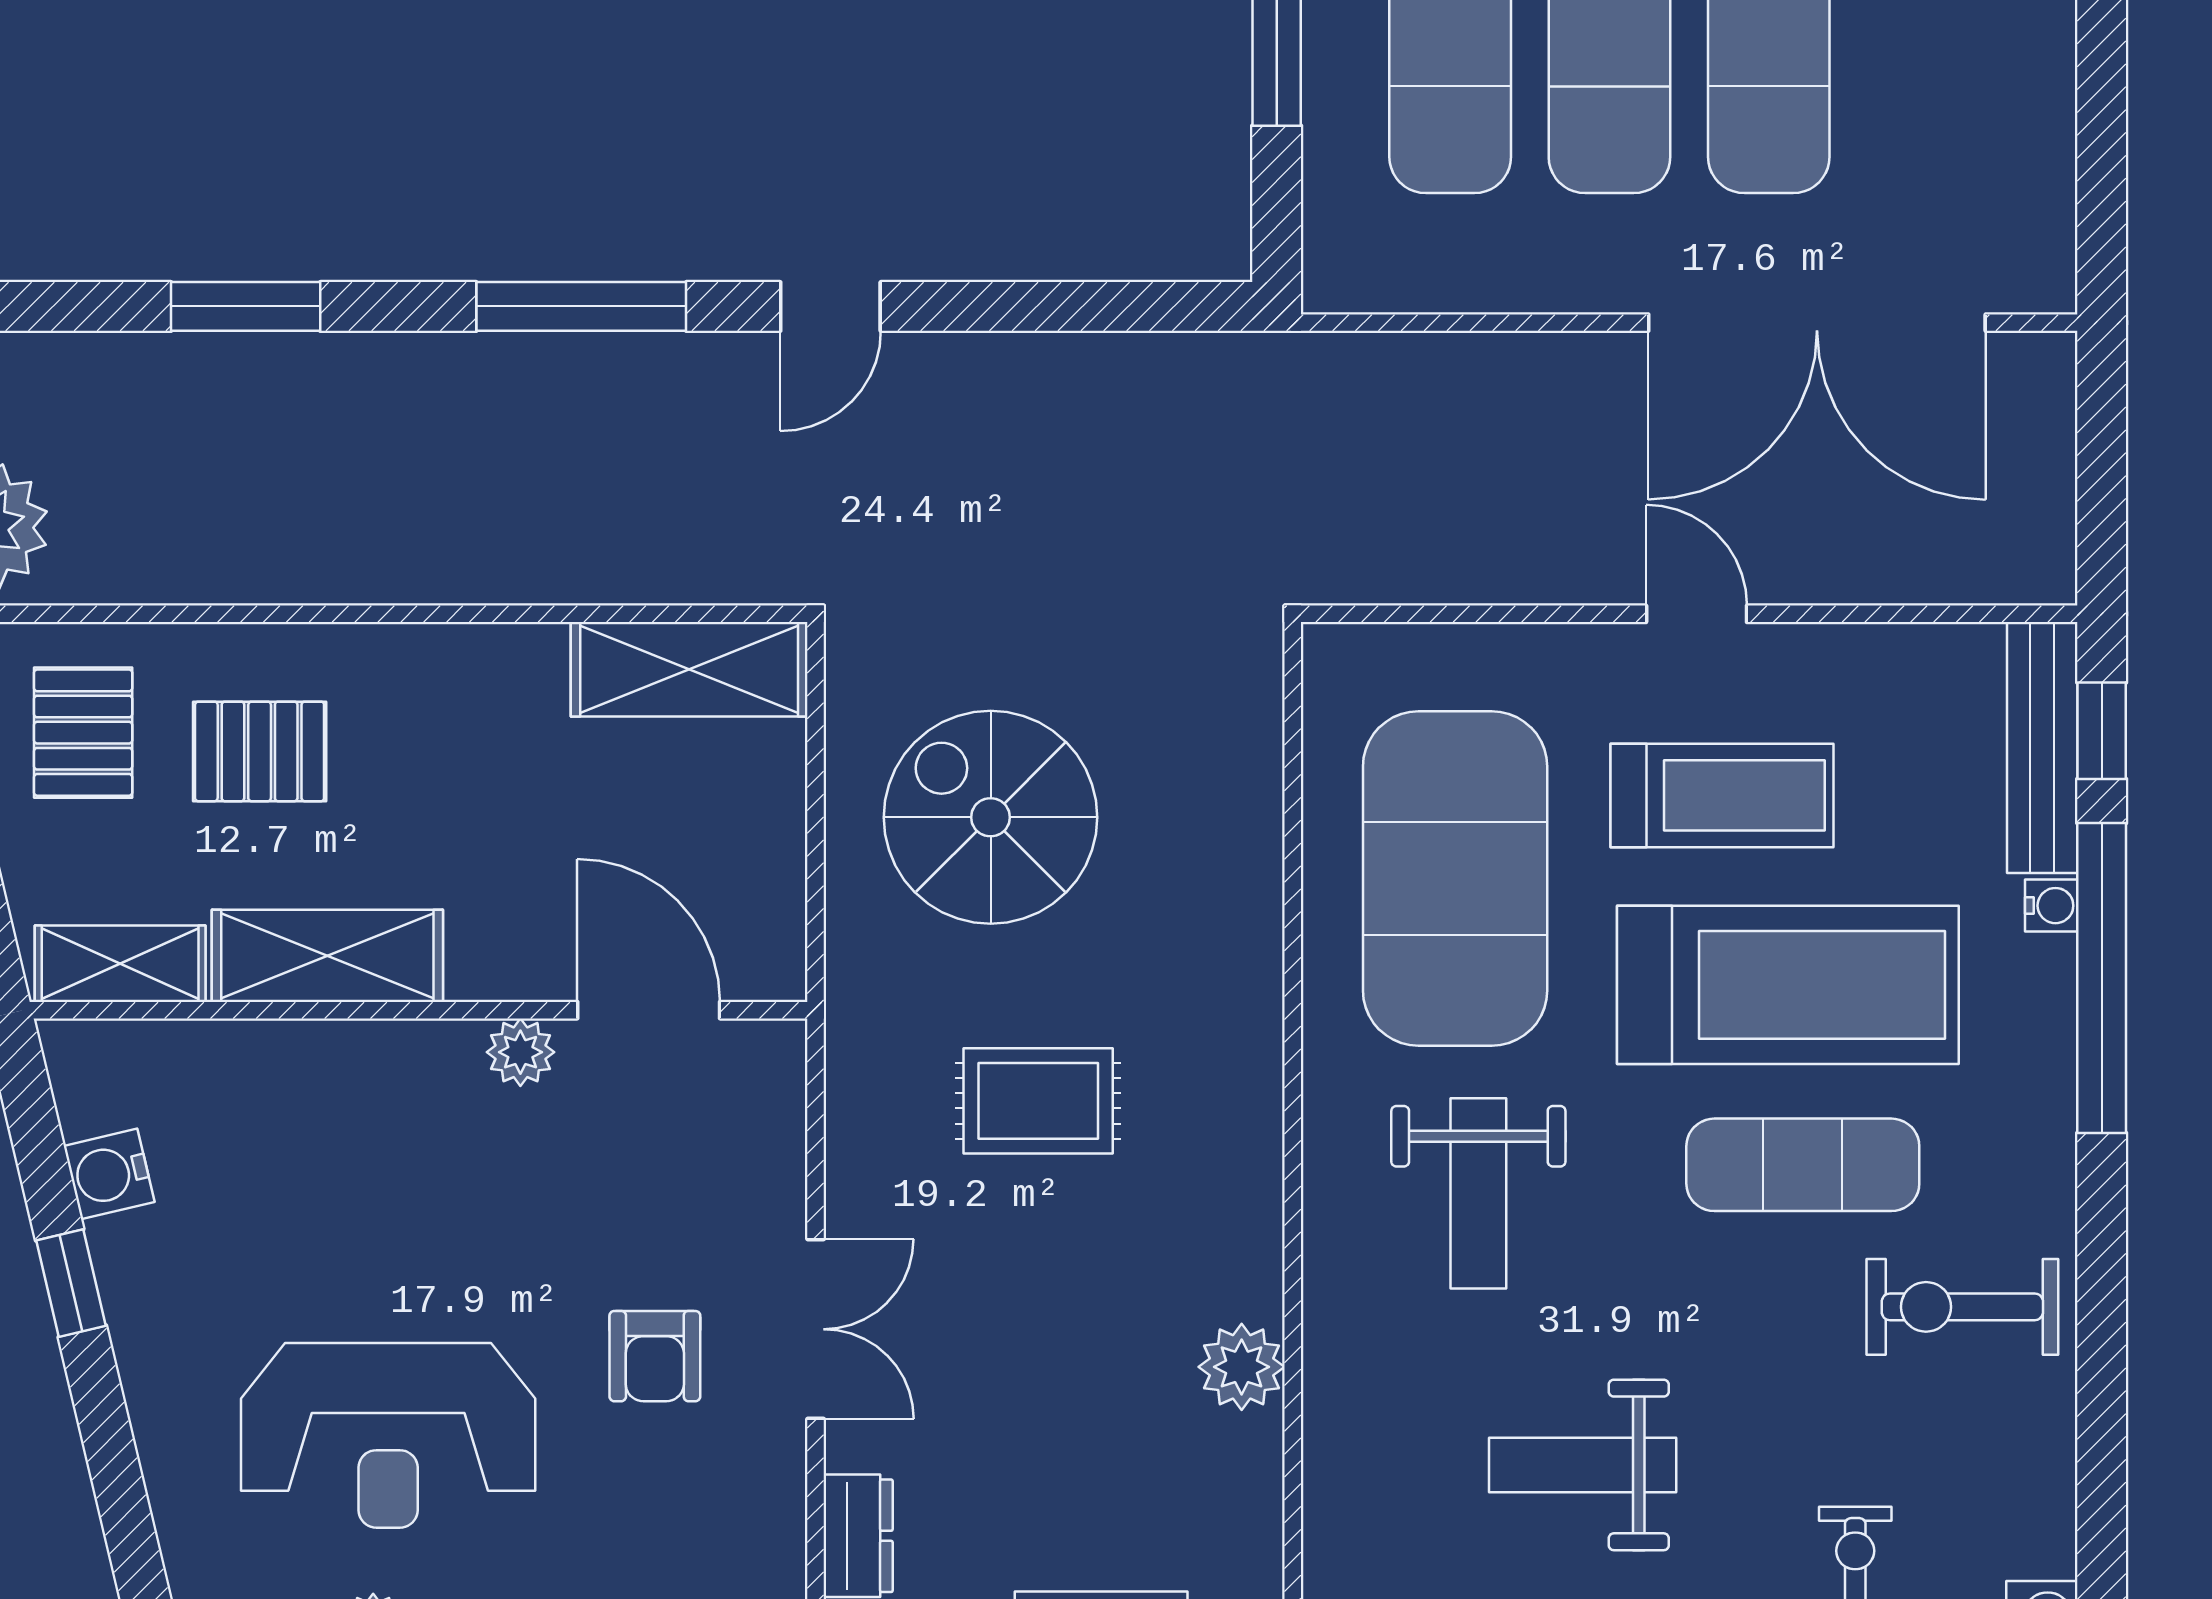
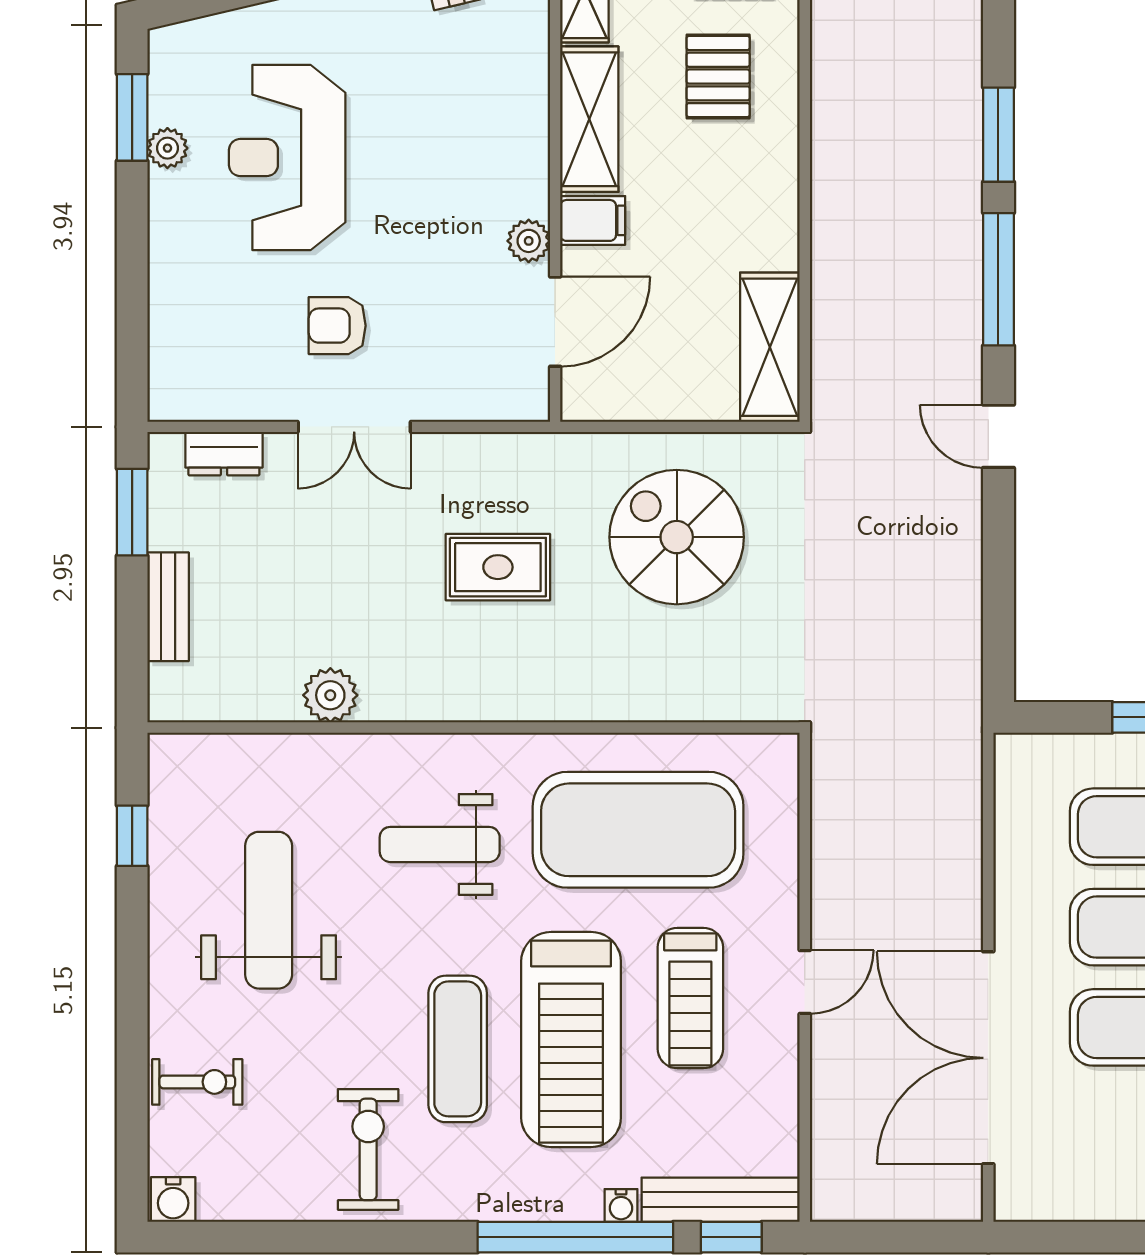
window: (246, 306) -> (998, 135), moved
spiral stairs: (991, 817) -> (677, 537), turned -90
filing cabinet: (488, 951) -> (593, 220), added
rug: (1038, 1101) -> (498, 567), turned 90
weight bench: (1583, 1465) -> (269, 910), width x1.36, depth x1.33

